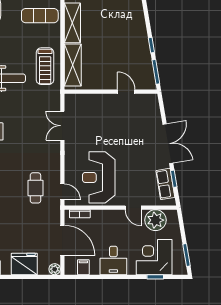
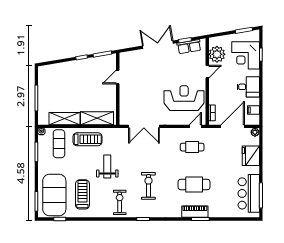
treadmill: (45, 66) -> (87, 139), moved
double door: (62, 126) -> (144, 126), width x1.37
reception desk: (99, 177) -> (184, 98), turned 180

